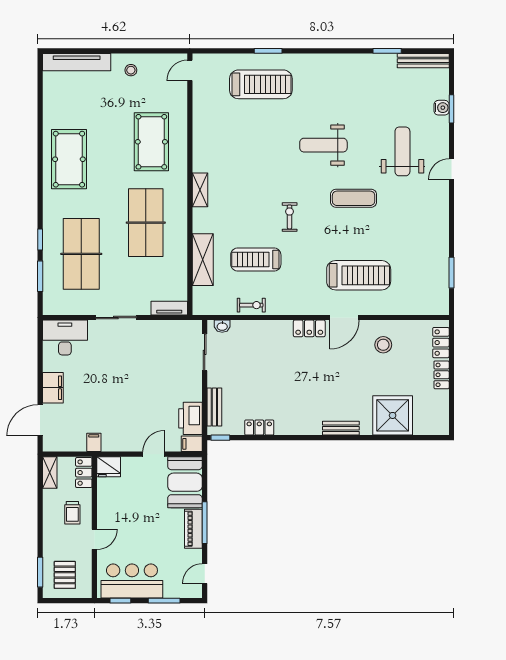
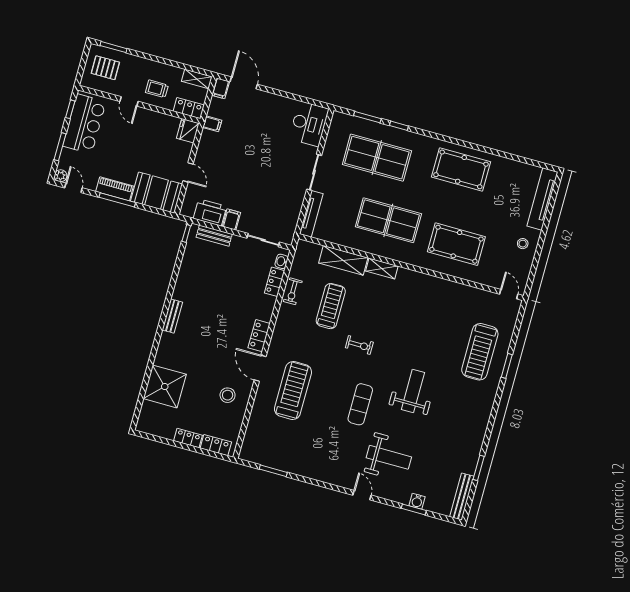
shelving: (200, 190) -> (382, 269), moved
treadmill: (359, 275) -> (293, 390), turned 180
tv unit: (169, 308) -> (311, 214), width x1.41
filing cabinet: (53, 388) -> (221, 88), moved, width x0.50
locker: (259, 427) -> (275, 282), moved, turned 180
bench: (341, 428) -> (172, 316), moved
filing cabinet: (192, 444) -> (231, 220), moved
plant: (195, 591) -> (61, 176), added

